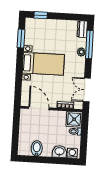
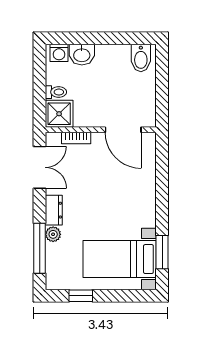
window: (41, 15) -> (81, 296), moved
dresser: (82, 29) -> (54, 210), moved
bed with nightstands: (43, 64) -> (120, 259), moved
bidet: (37, 148) -> (141, 58), moved

